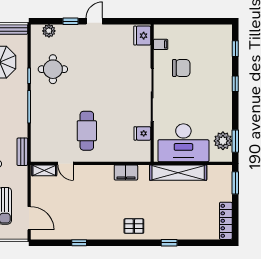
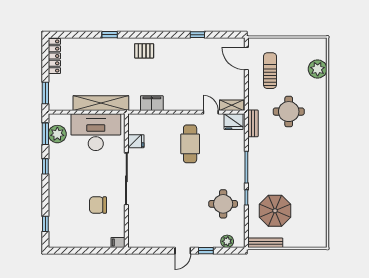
fridge: (142, 36) -> (234, 122), moved, turned 90
filing cabinet: (161, 44) -> (118, 242), moved
window: (235, 84) -> (45, 166), moved

